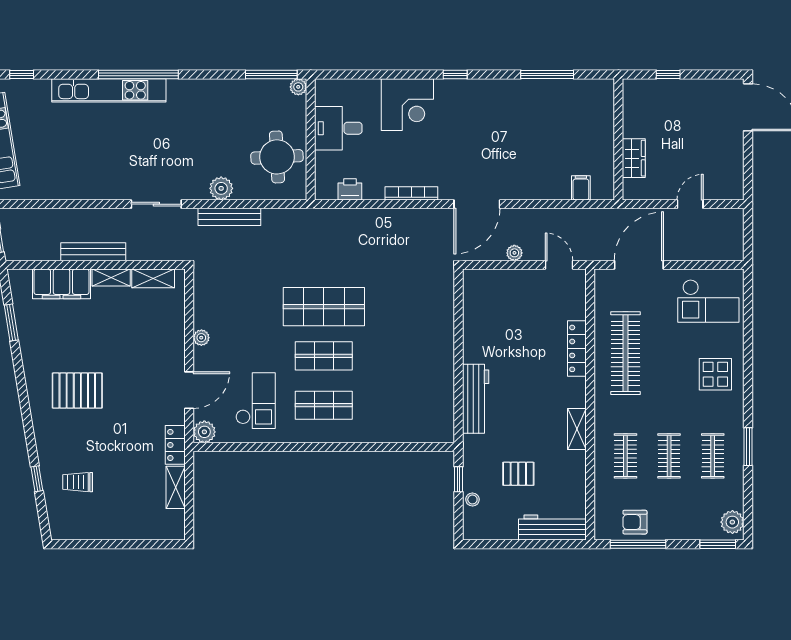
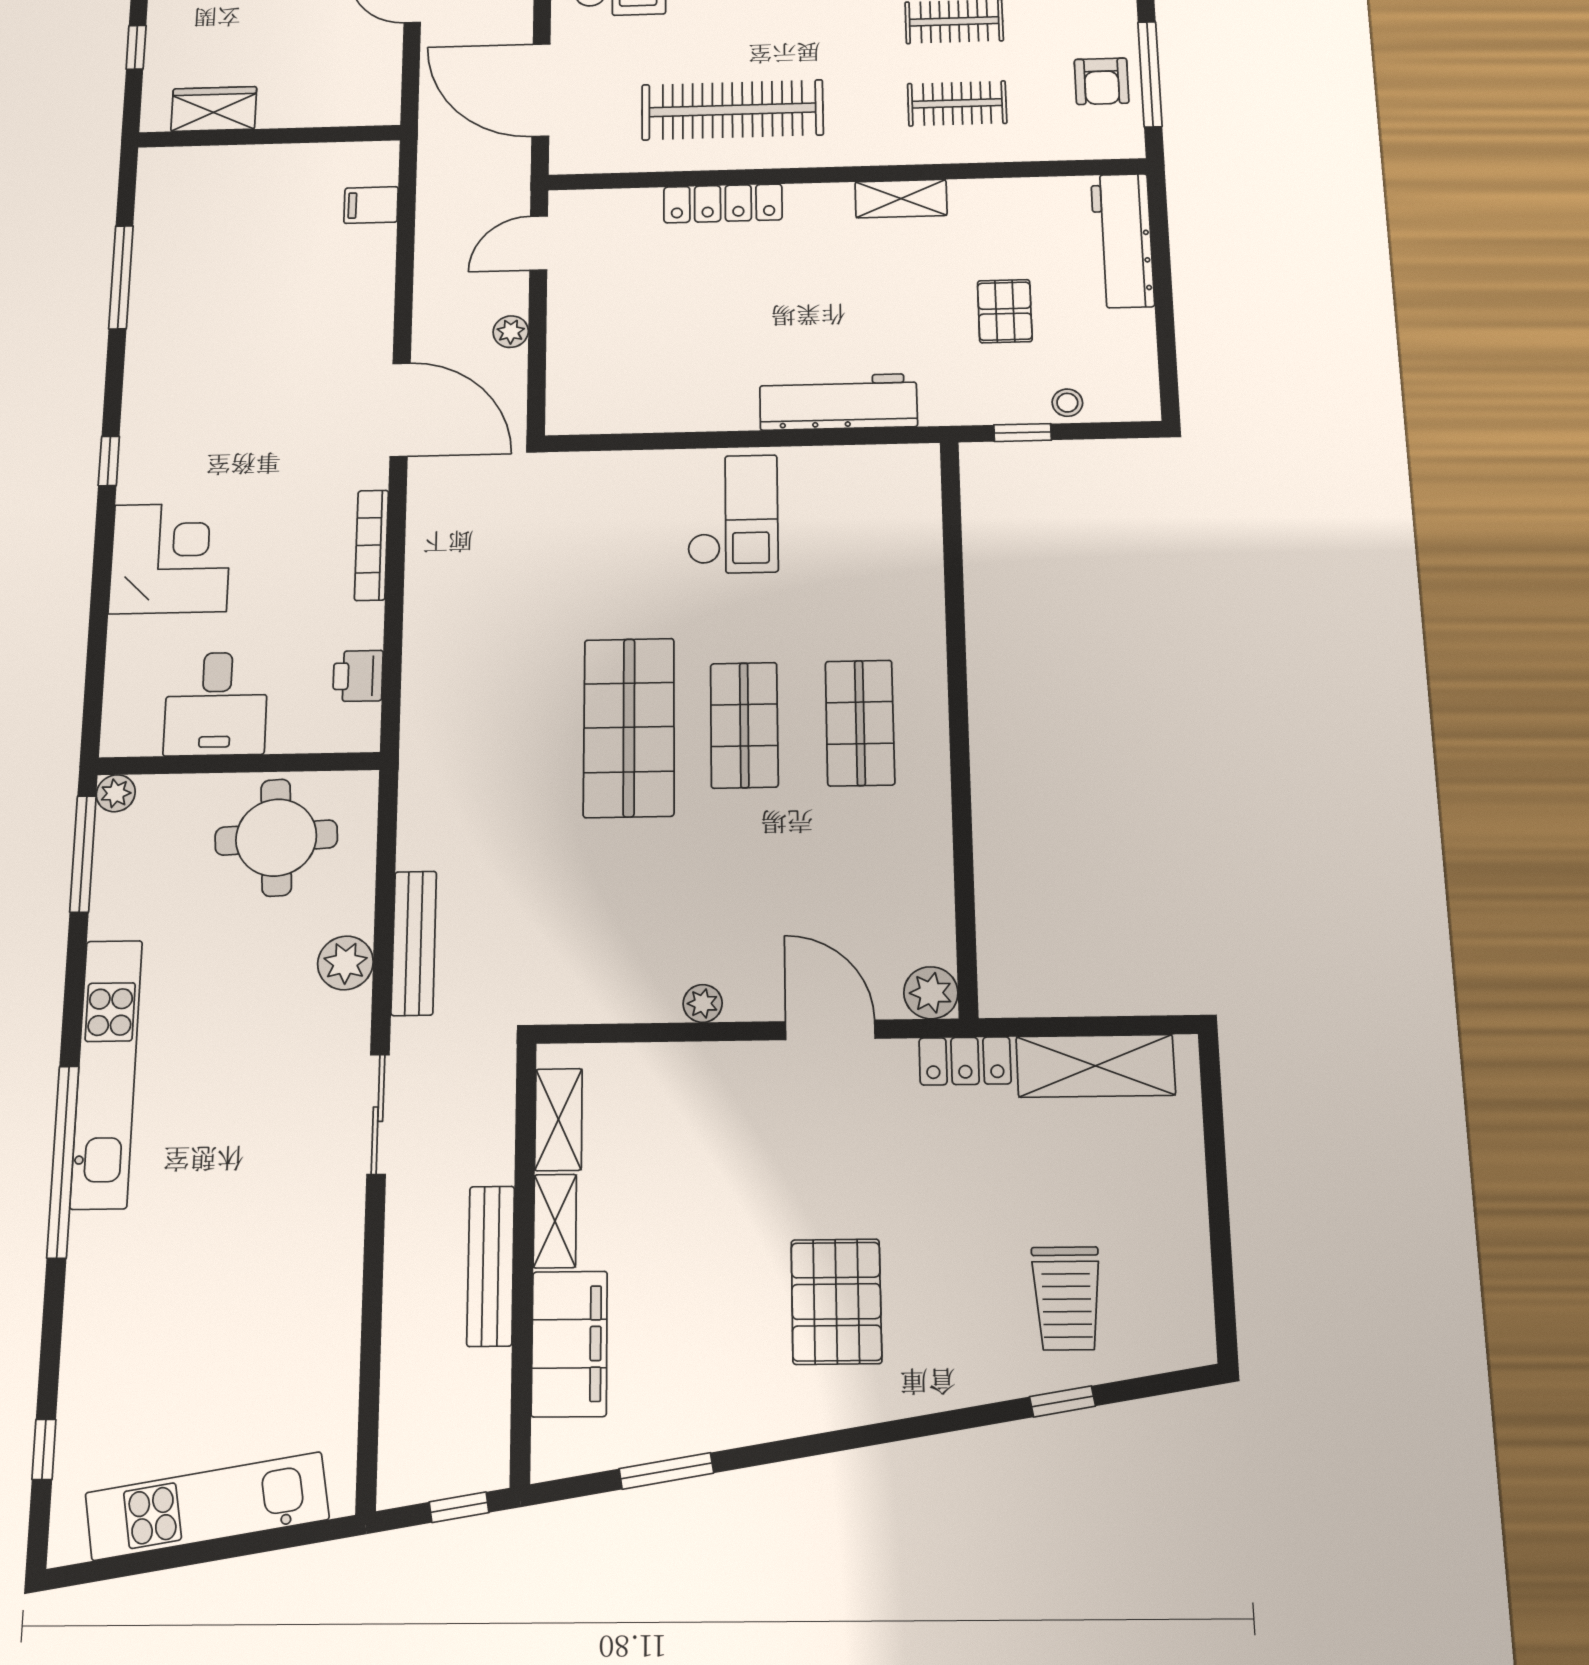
kitchen unit: (109, 90) -> (106, 1073), moved
wardrobe: (634, 158) -> (214, 109), moved
checkout: (256, 401) -> (733, 514), moved, turned 90
trolley: (78, 482) -> (1067, 1298), width x1.36, depth x1.39
shelving: (176, 487) -> (1096, 1066), width x1.50, depth x1.33

